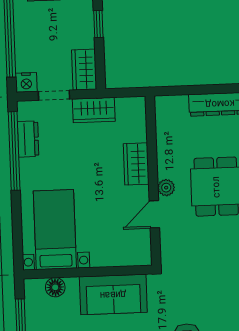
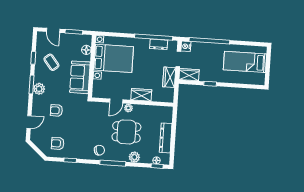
door: (154, 214) -> (116, 101), swing flipped
bed with nightstands: (55, 230) -> (114, 58), width x1.36

